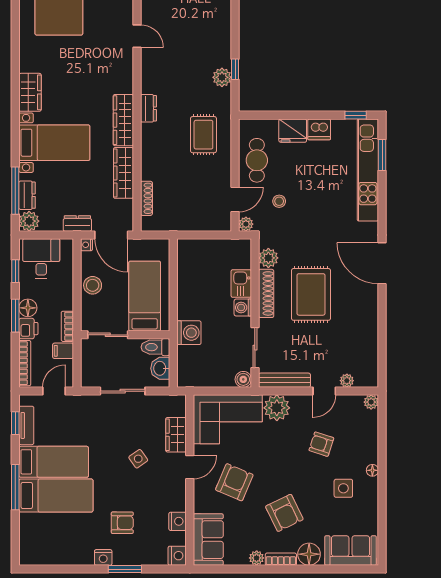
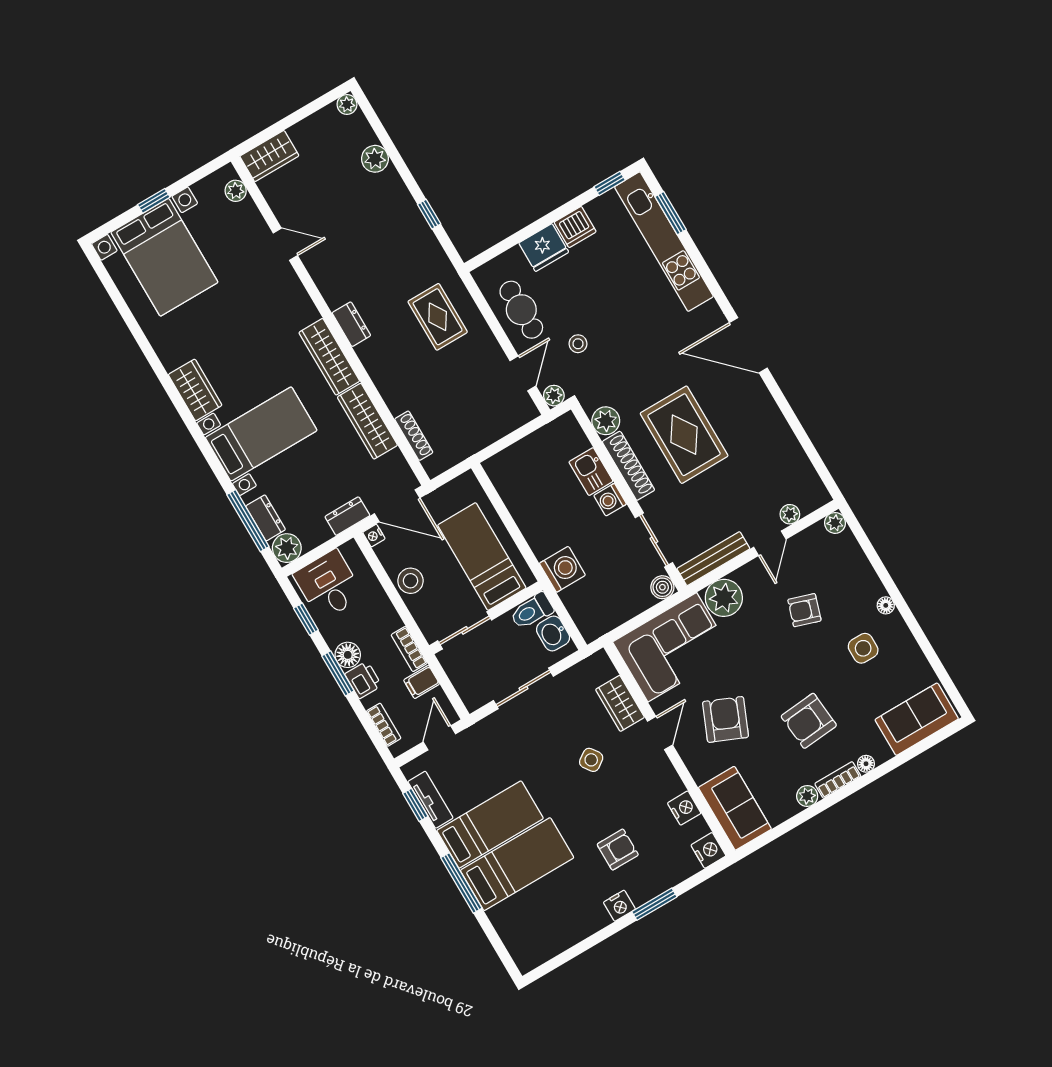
plant: (222, 77) -> (375, 159), moved
bookcase: (25, 363) -> (384, 725), width x0.64
armchair: (284, 513) -> (809, 721), turned 111
floor lamp: (309, 554) -> (866, 764), width x0.53, depth x0.53

